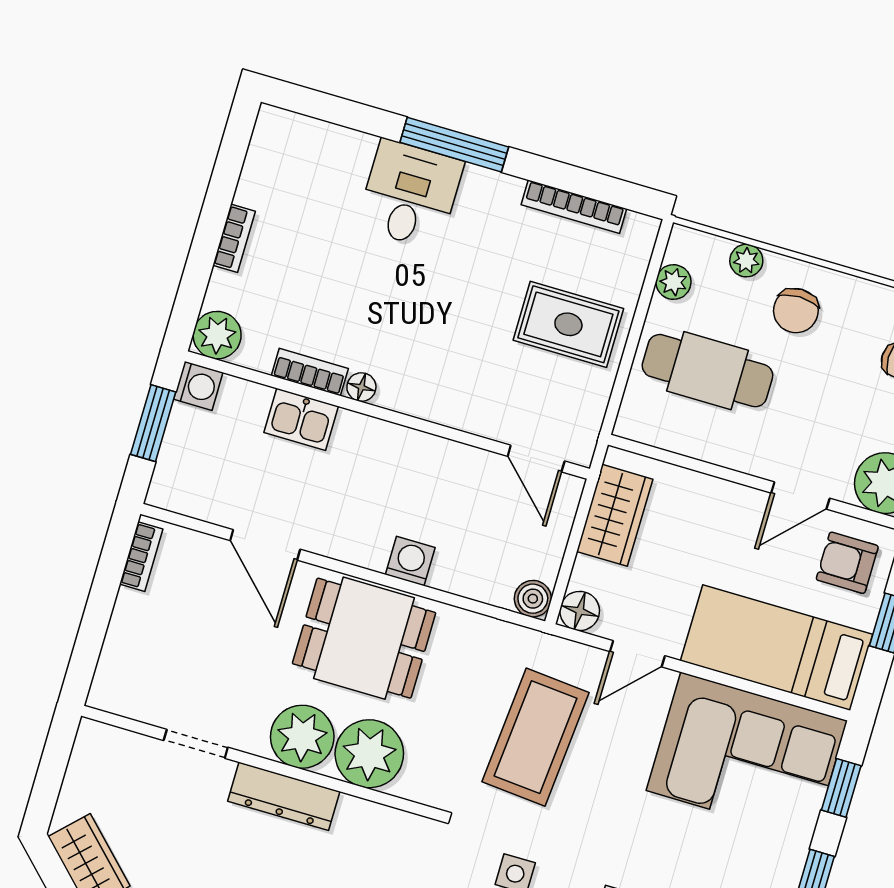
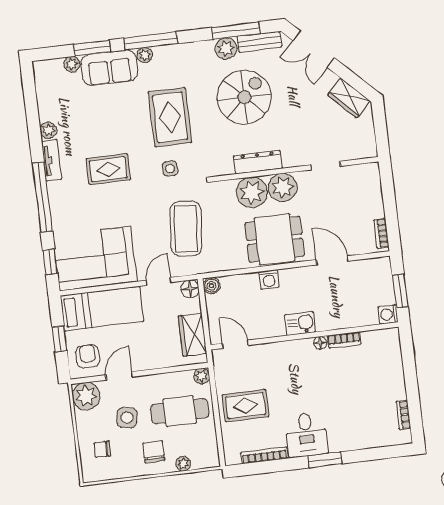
window: (454, 145) -> (325, 460), width x0.69
desk: (410, 194) -> (306, 435), moved
bookcase: (234, 238) -> (403, 415), moved
plant: (673, 282) -> (202, 376), moved
plant: (217, 335) -> (389, 339), removed
side table: (821, 403) -> (127, 418), added
kitchen sink: (301, 419) -> (300, 324), moved
armchair: (847, 563) -> (88, 356), turned -90
dresser: (284, 796) -> (258, 162), moved

